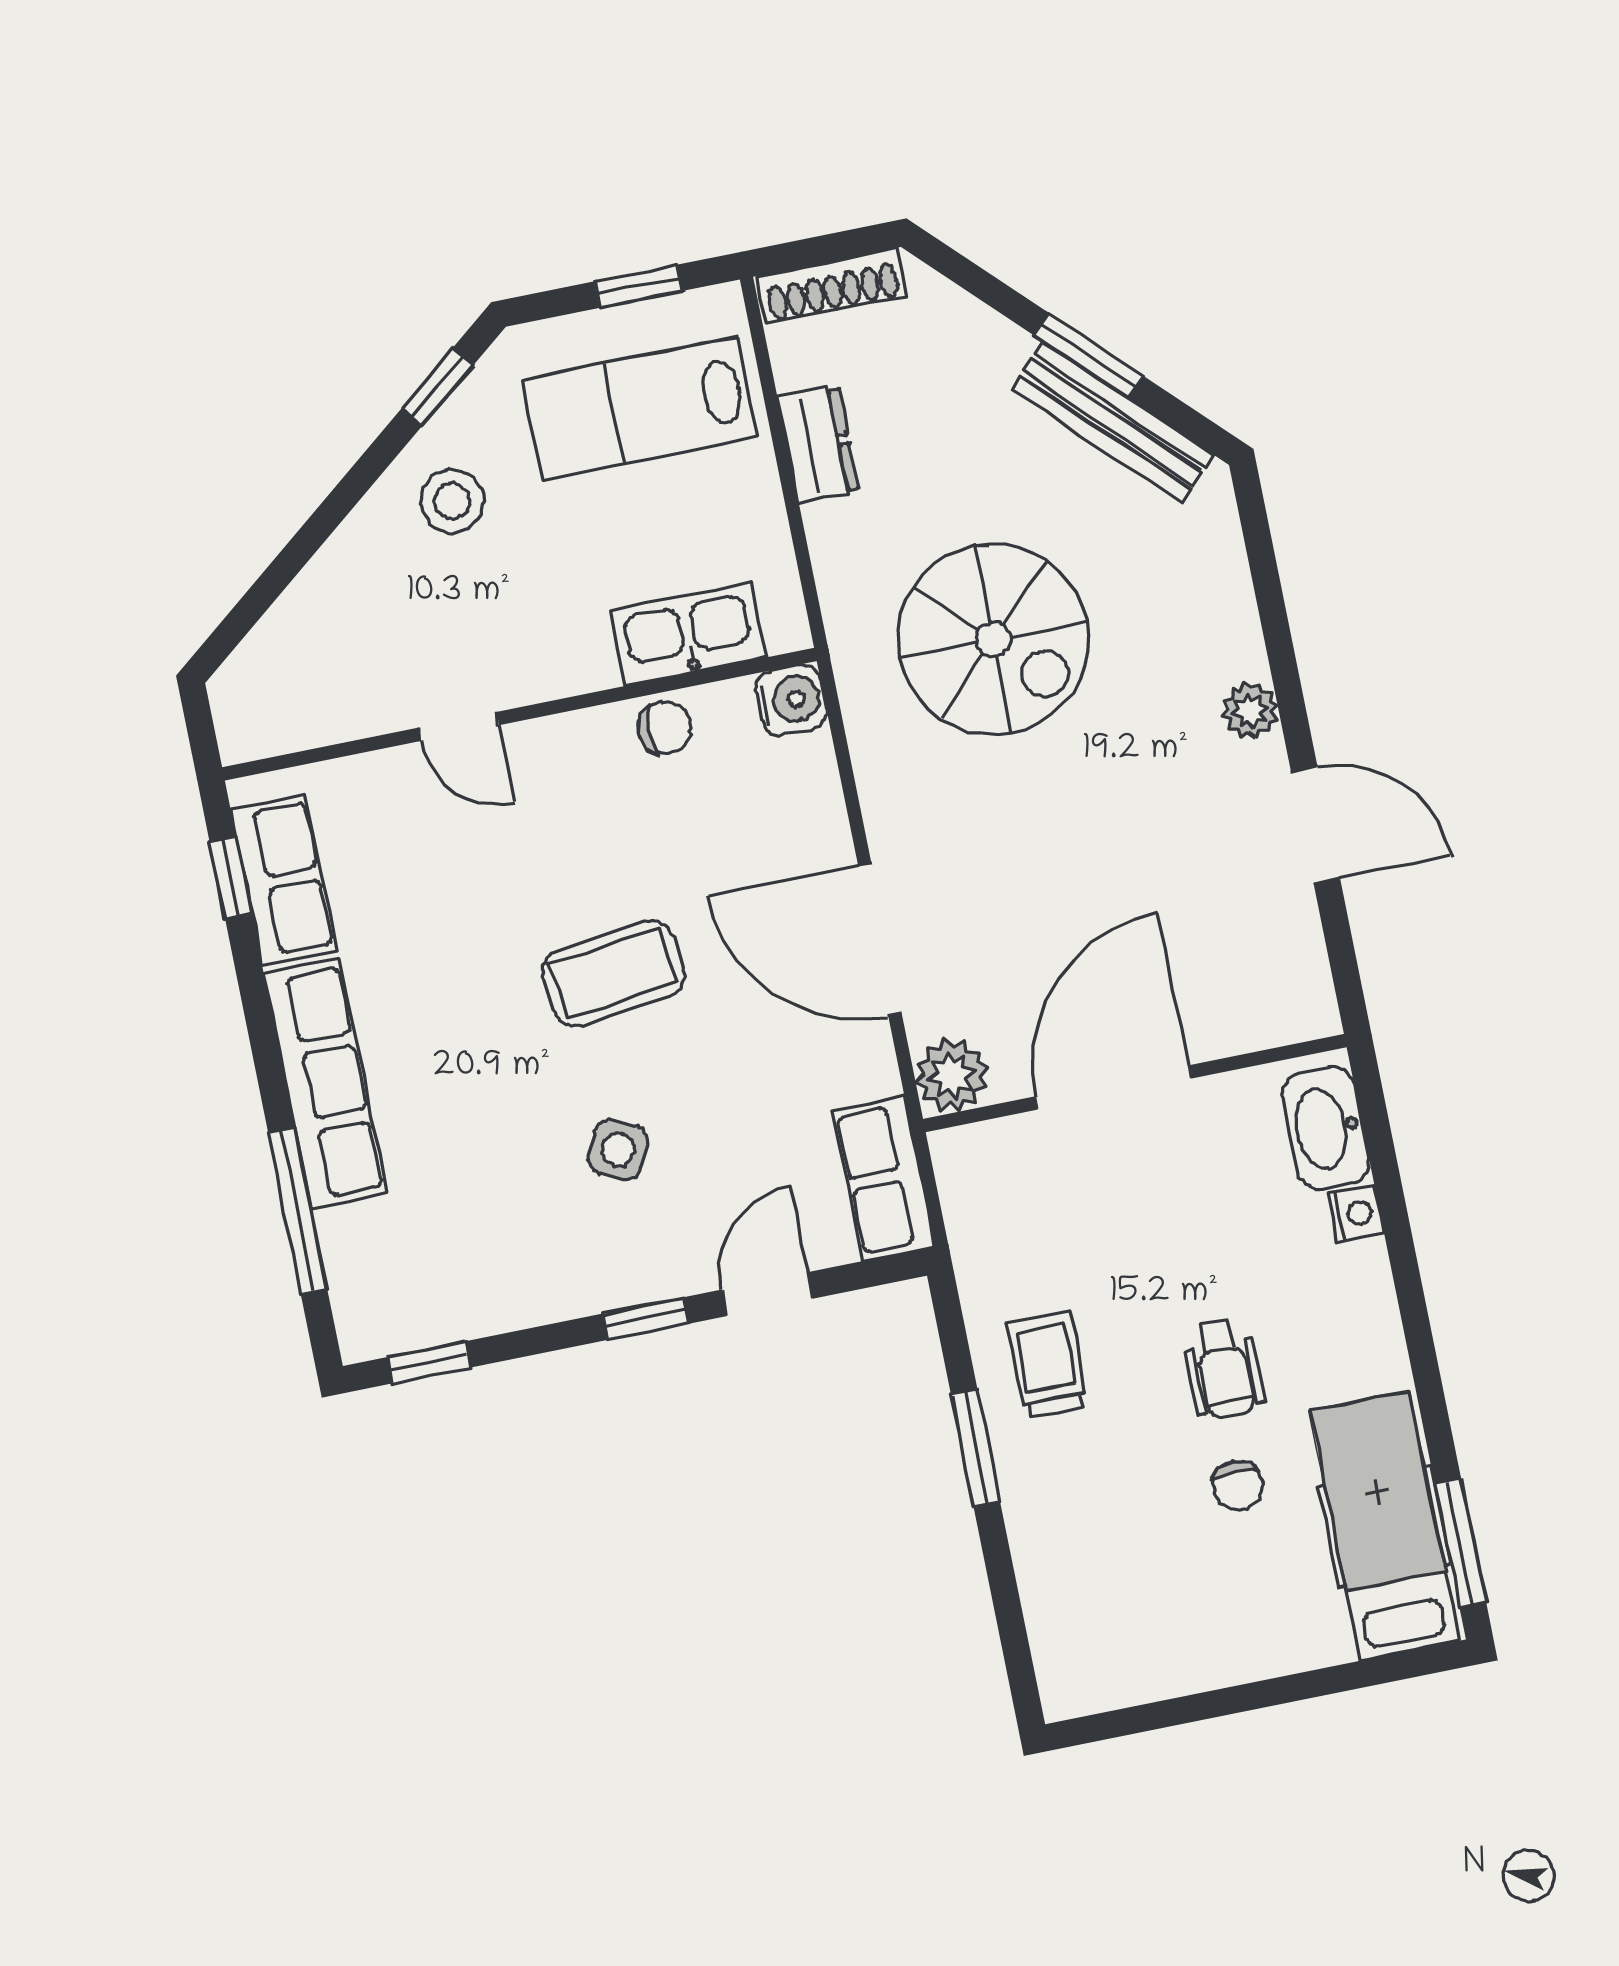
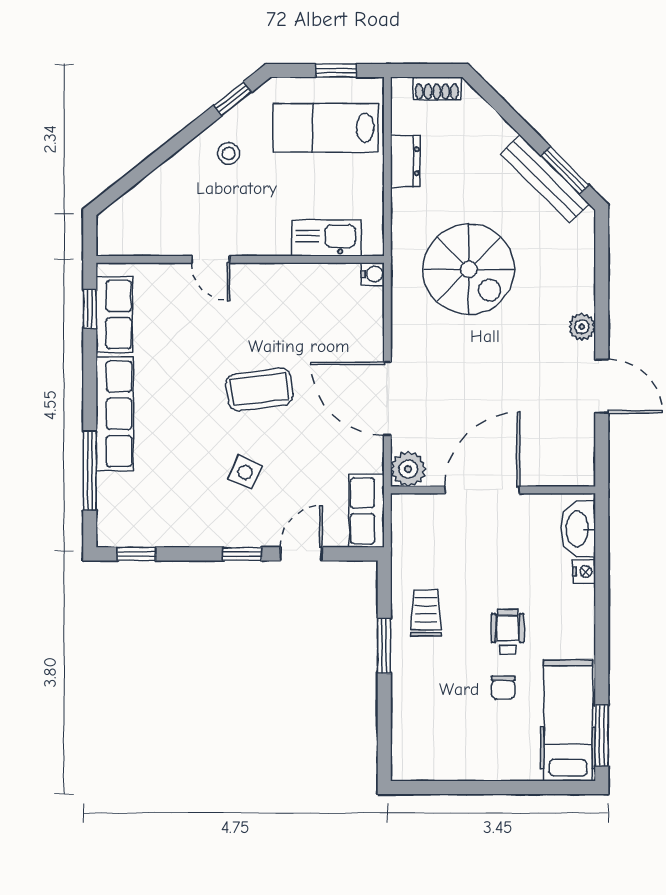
shoe rack: (832, 286) -> (437, 89), width x0.70
window: (1089, 356) -> (565, 170), moved
stool: (452, 501) -> (229, 153), width x0.73, depth x0.73
water cooler: (791, 700) -> (373, 274), width x0.72, depth x0.72
chair: (665, 728) -> (307, 280), removed
wheelchair: (1224, 1369) -> (508, 632), turned 180

